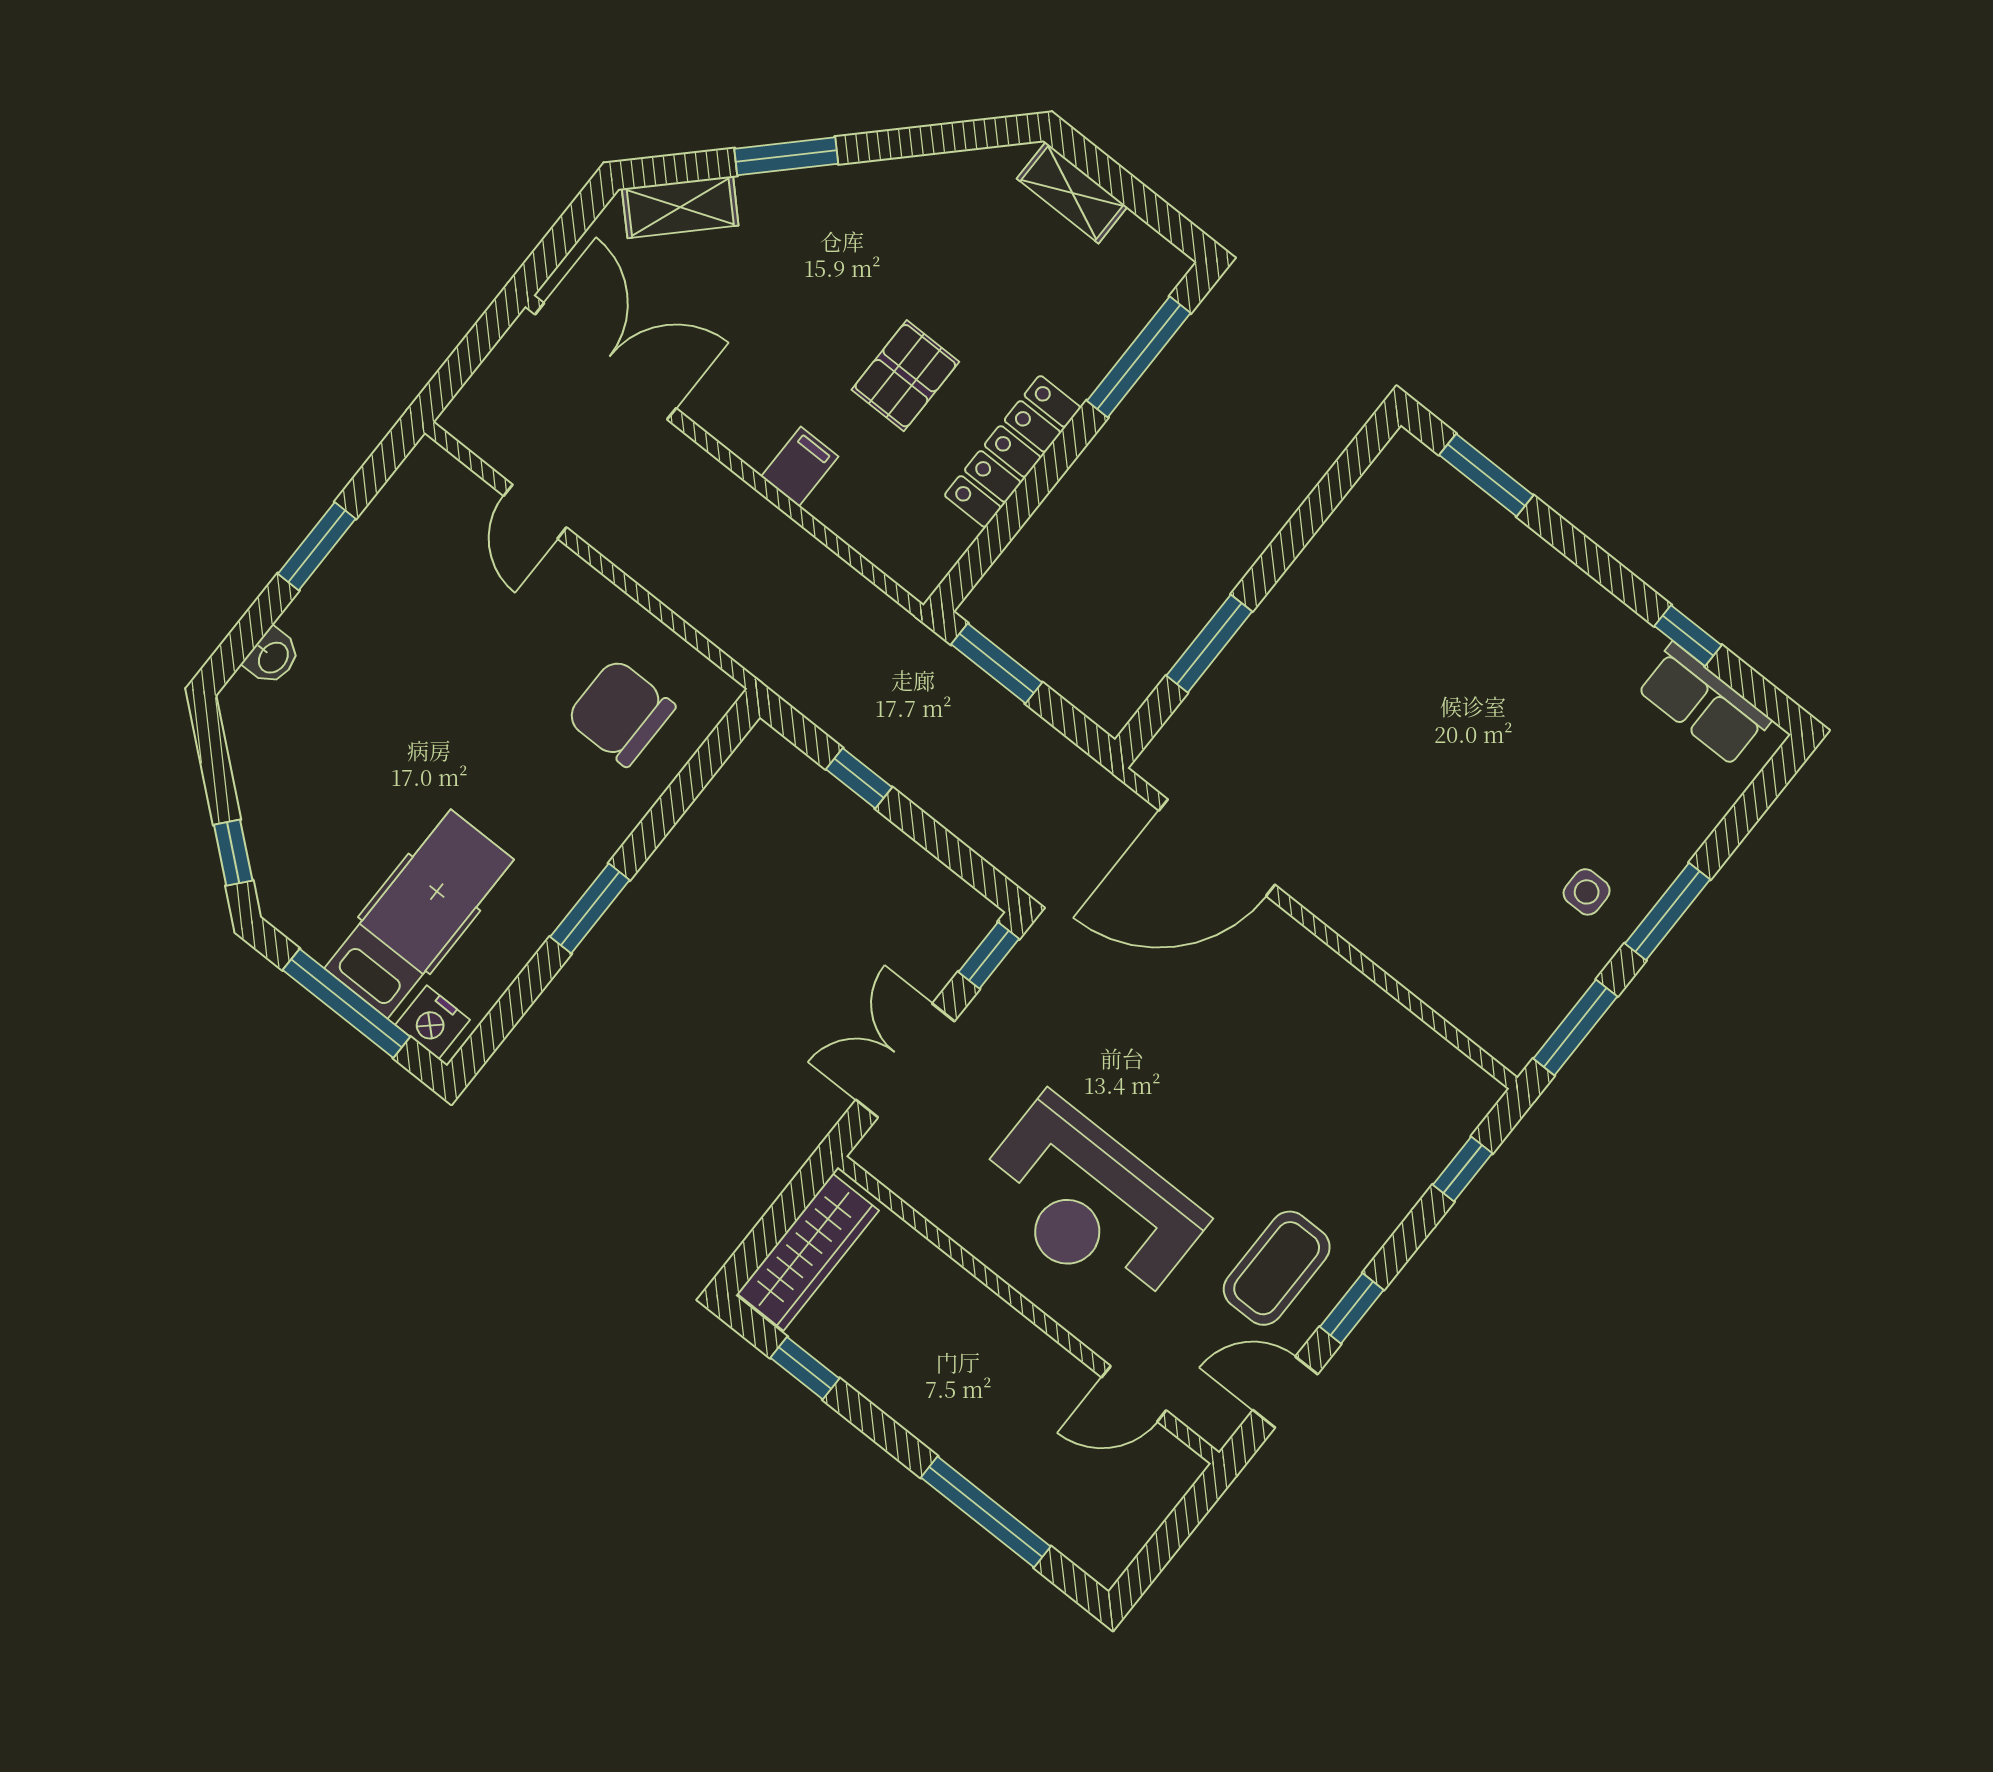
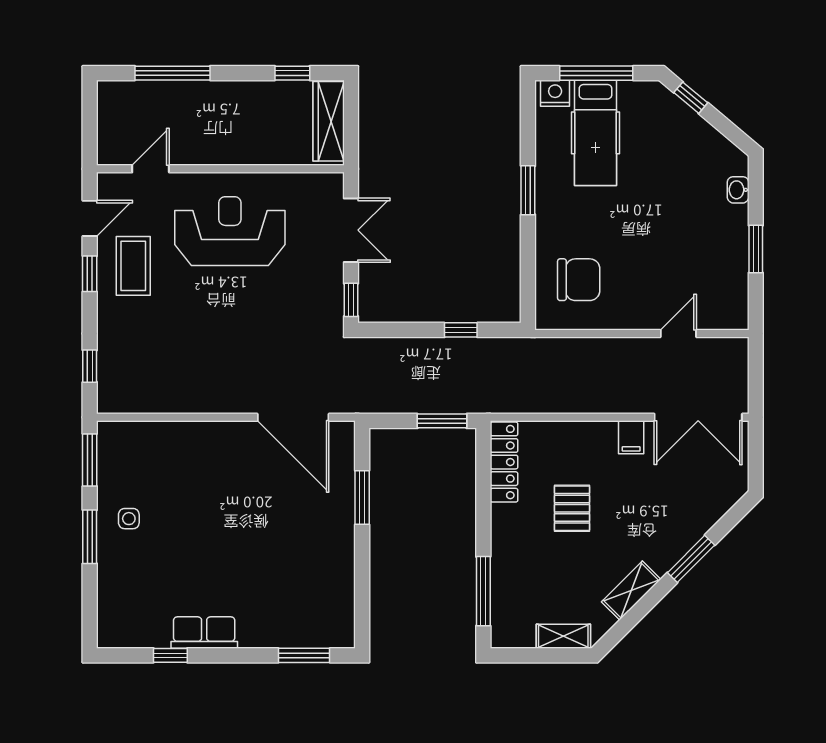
shelving: (680, 207) -> (631, 591), moved
locker: (1013, 451) -> (504, 462), moved
filing cabinet: (800, 467) -> (631, 437), moved
door: (535, 512) -> (678, 334), hinge flipped
row of seats: (1704, 704) -> (204, 633), moved
door: (1217, 848) -> (293, 417), swing flipped

